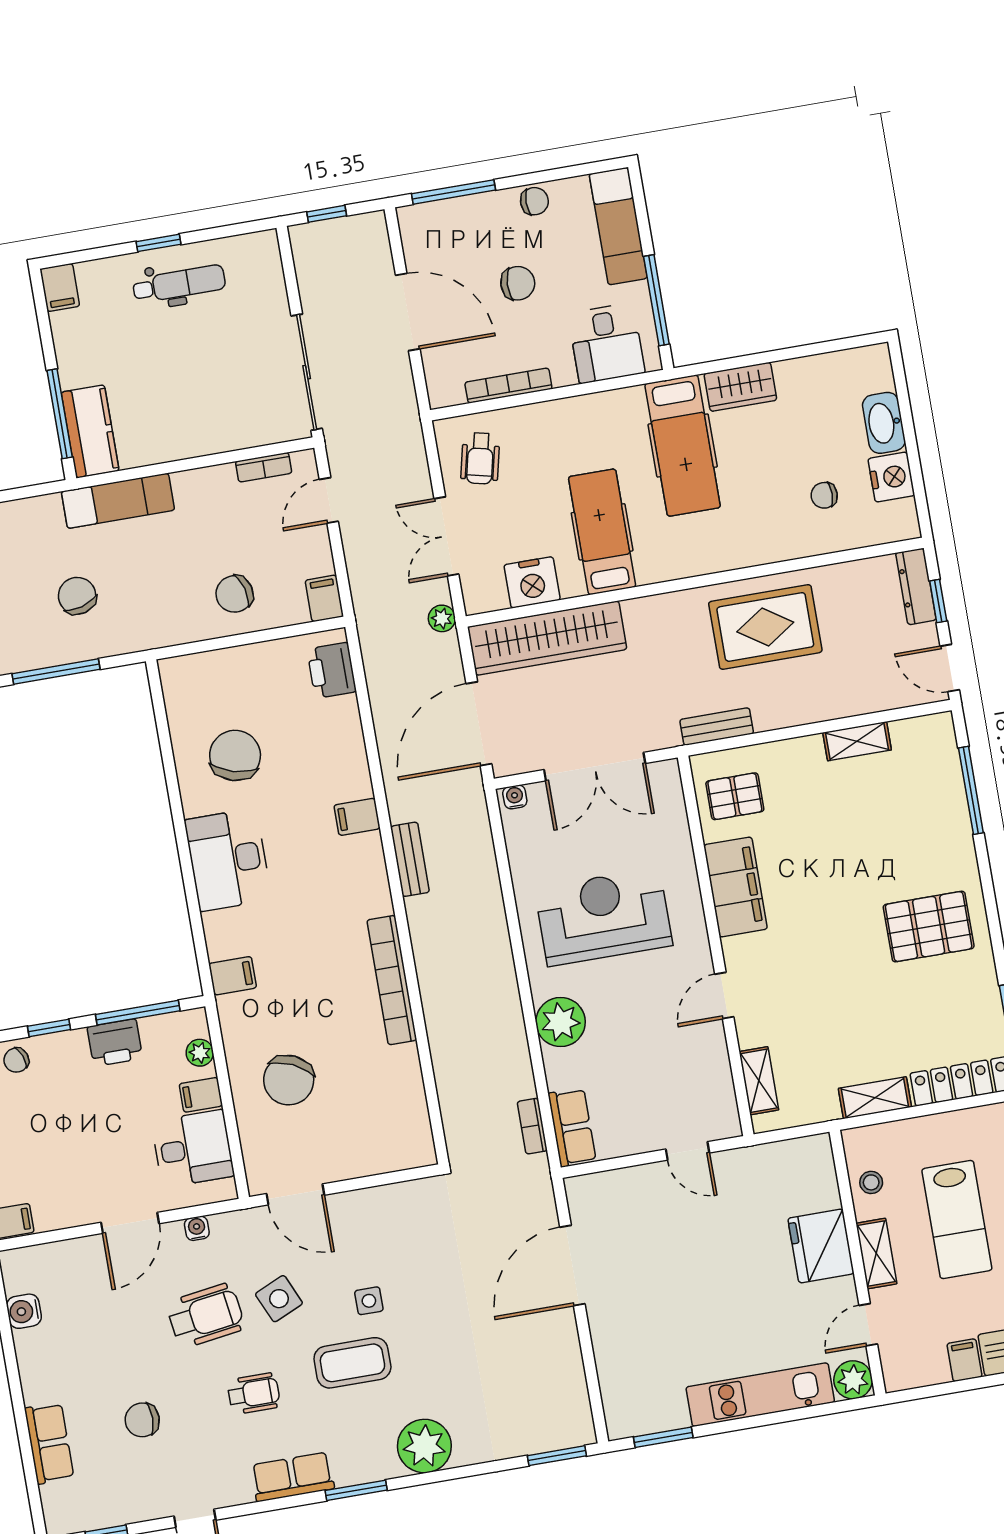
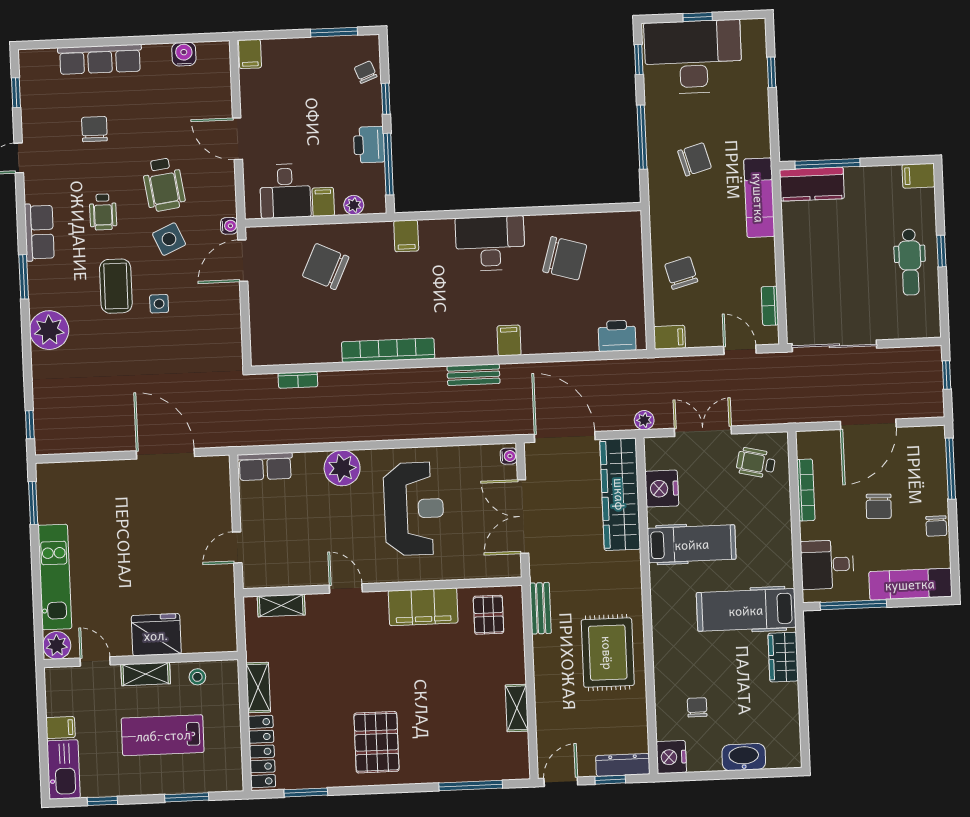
nightstand: (891, 477) -> (671, 757), moved, turned 90
bookcase: (532, 1126) -> (298, 380), moved, turned 180
water cooler: (197, 1228) -> (229, 226), moved
row of seats: (49, 1443) -> (100, 59), width x1.48
window: (557, 1456) -> (30, 425), width x0.67

